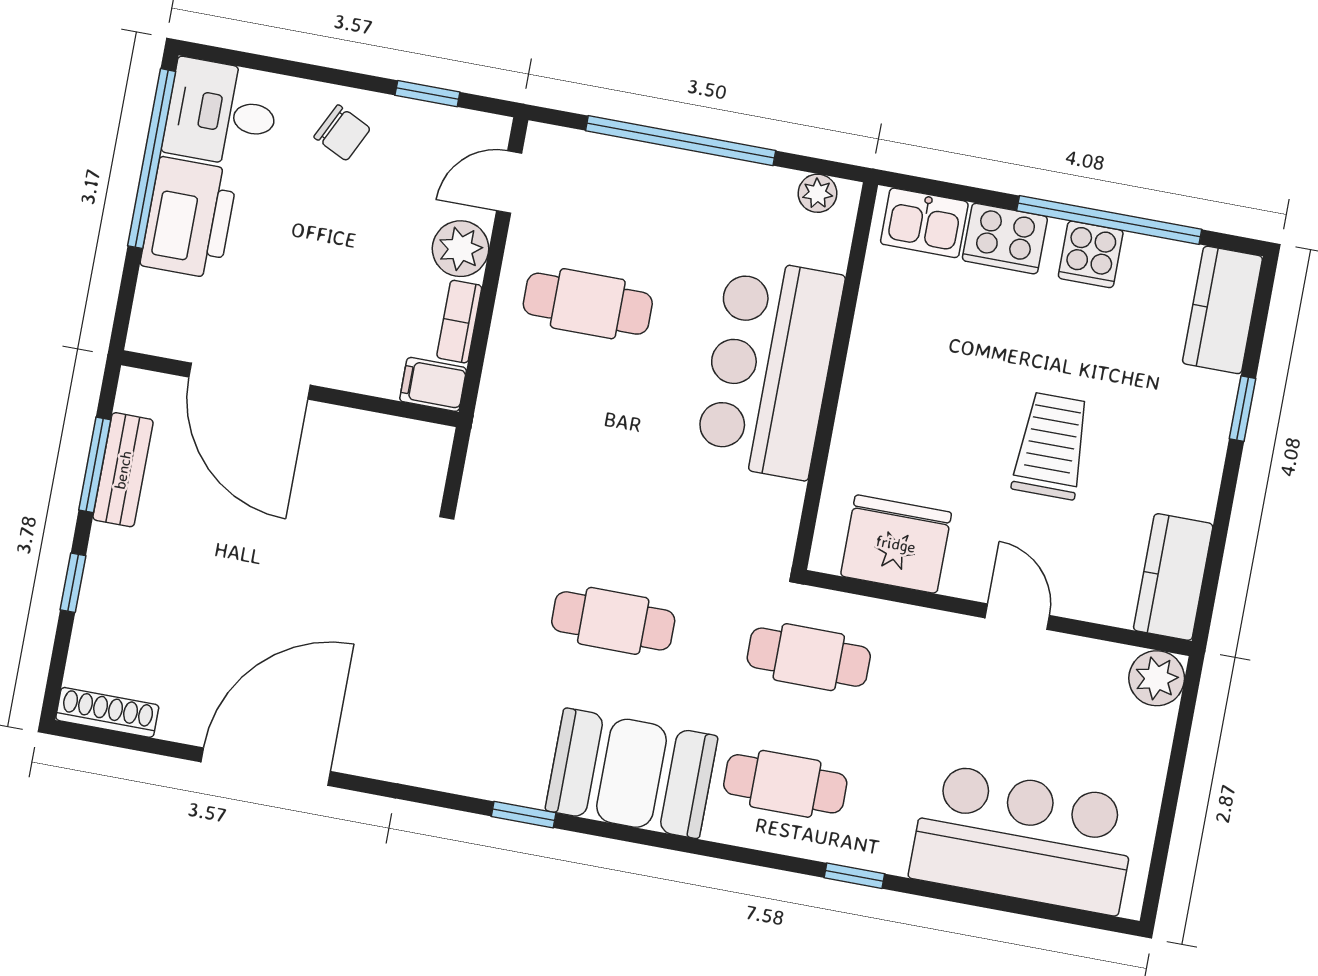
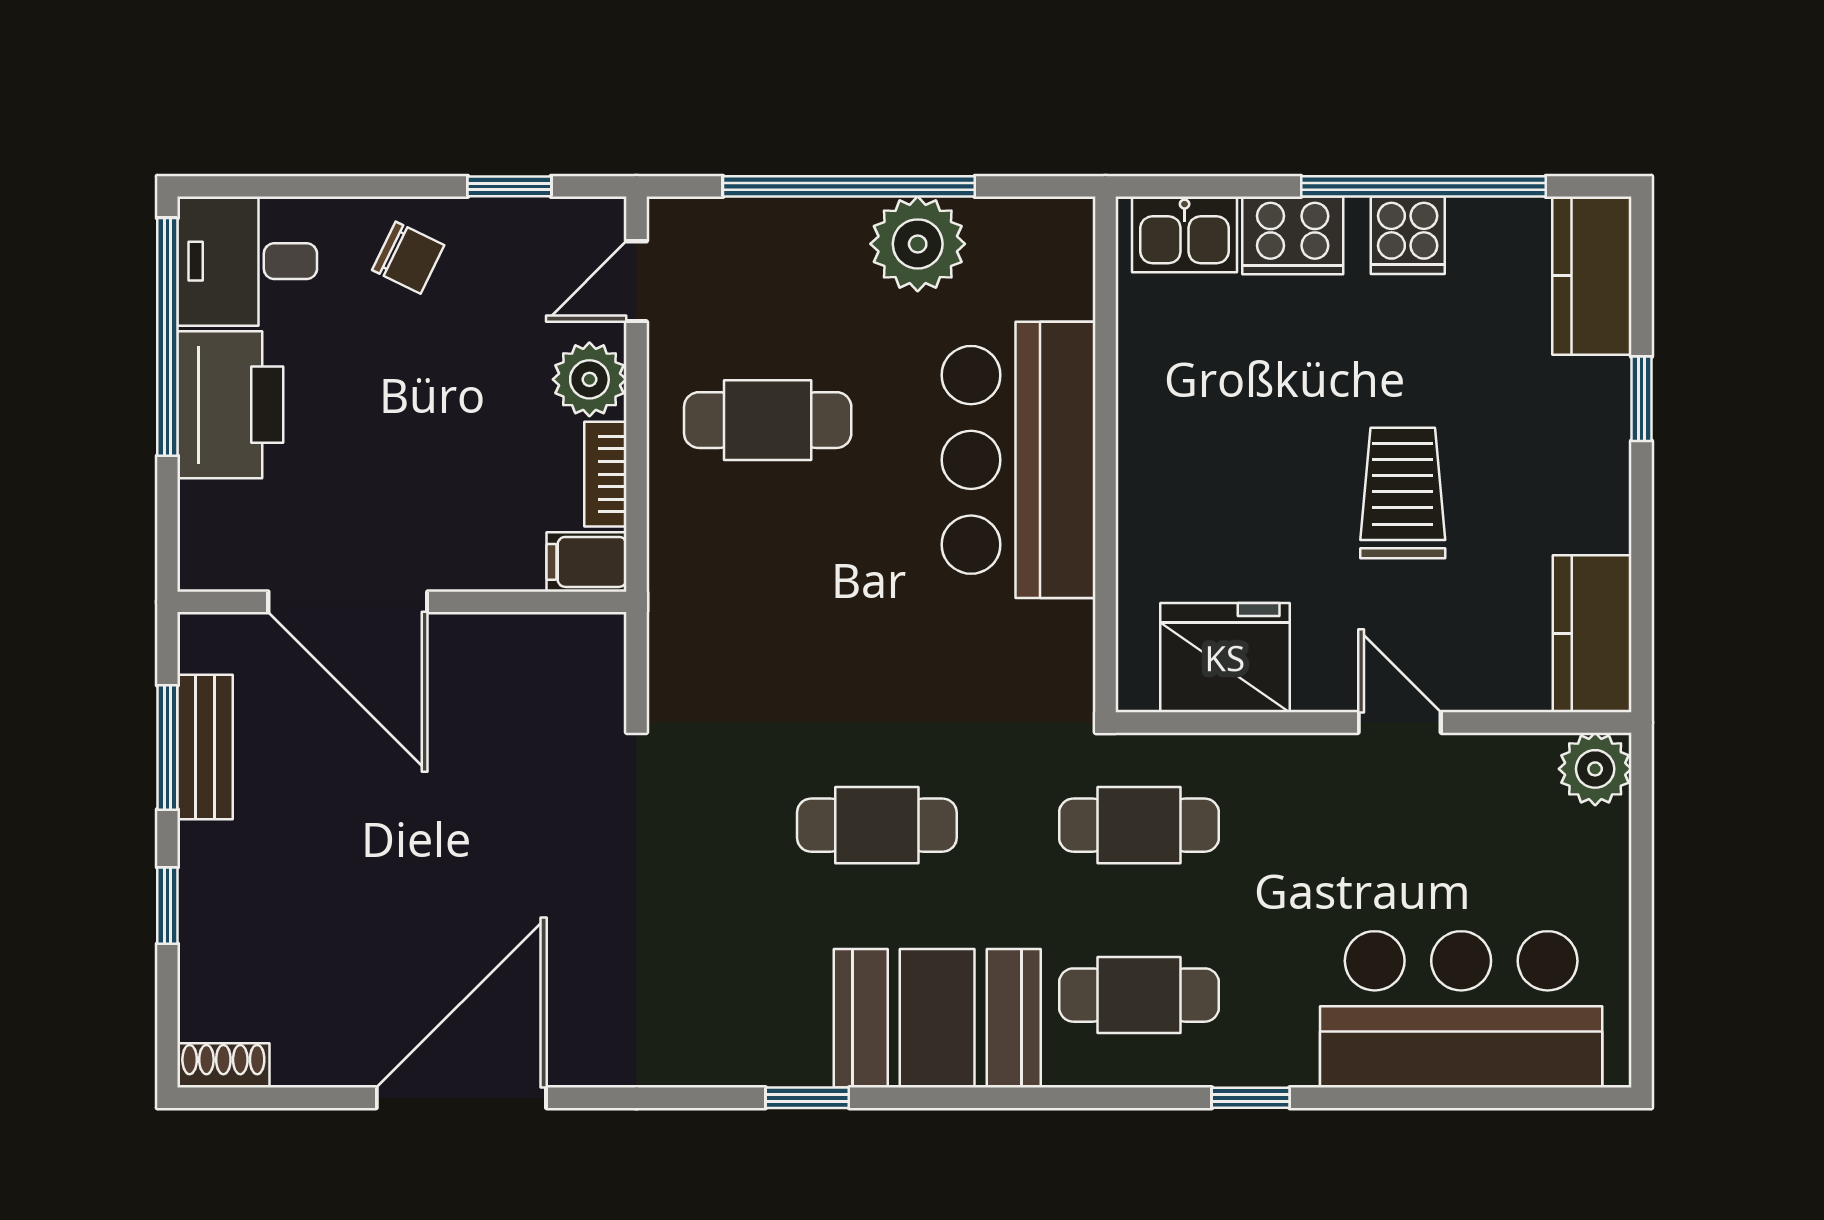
plant: (818, 193) -> (918, 244), moved, width x1.87, depth x1.87
shoe rack: (107, 712) -> (223, 1065), width x0.70

